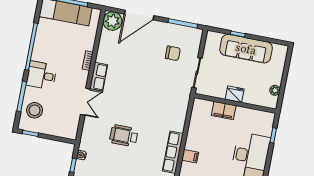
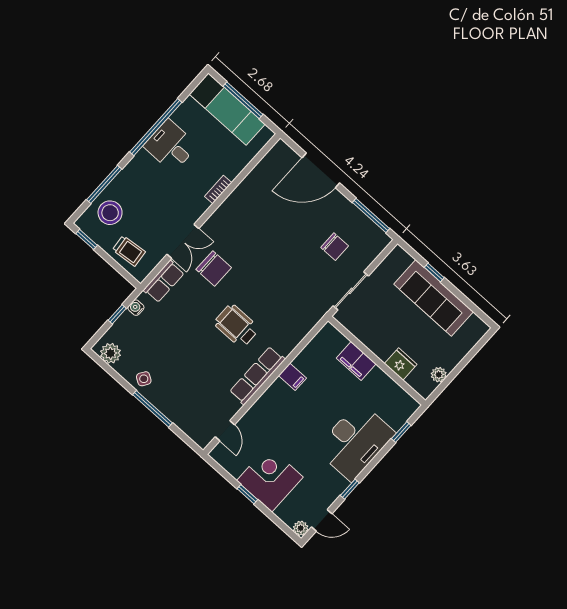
plant: (112, 21) -> (281, 157), removed
desk: (41, 75) -> (171, 146), moved
row of seats: (99, 77) -> (164, 281), moved
fridge: (235, 94) -> (401, 364), moved
chair: (112, 107) -> (214, 269), added
trolley: (58, 125) -> (129, 251), added
wheelchair: (124, 136) -> (236, 326), moved
filing cabinet: (190, 156) -> (292, 377), moved

